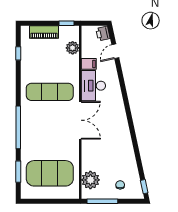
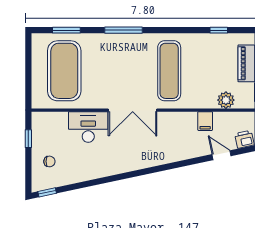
desk: (93, 86) -> (88, 127), moved
window: (18, 127) -> (123, 30), width x0.68
plant: (90, 180) -> (56, 123), removed
window: (102, 201) -> (28, 139), width x0.46

